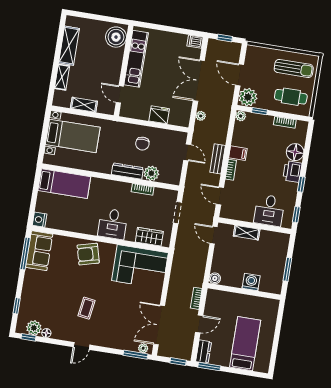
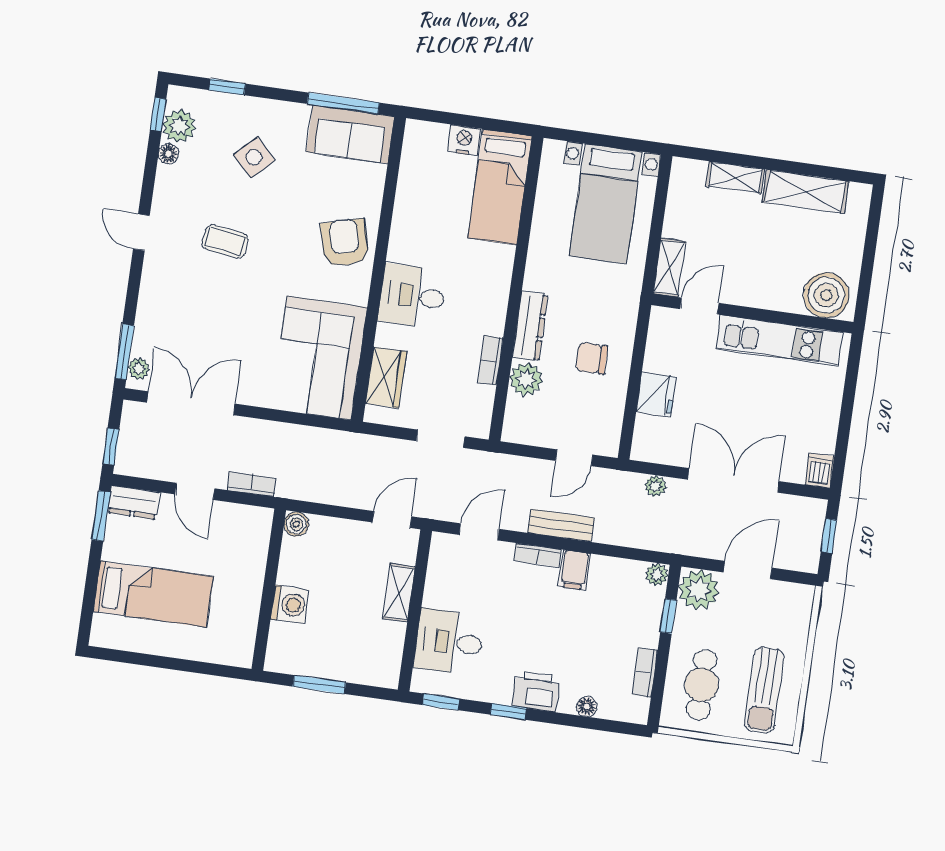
shelving: (84, 105) -> (669, 267), moved
floor lamp: (295, 152) -> (587, 707), width x0.53, depth x0.53
nightstand: (40, 220) -> (464, 140), moved
side table: (49, 294) -> (254, 157), added

